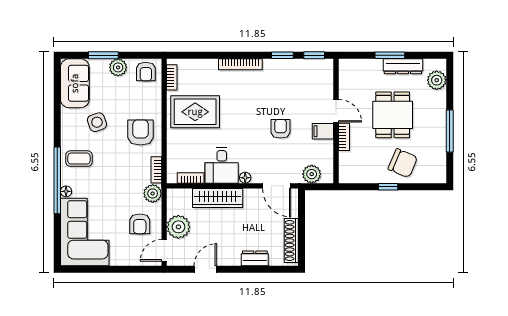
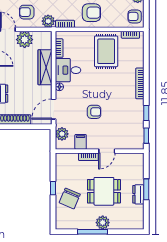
dresser: (403, 66) -> (138, 194), width x0.70
plant: (437, 80) -> (103, 223), moved
filing cabinet: (323, 131) -> (81, 142), moved

